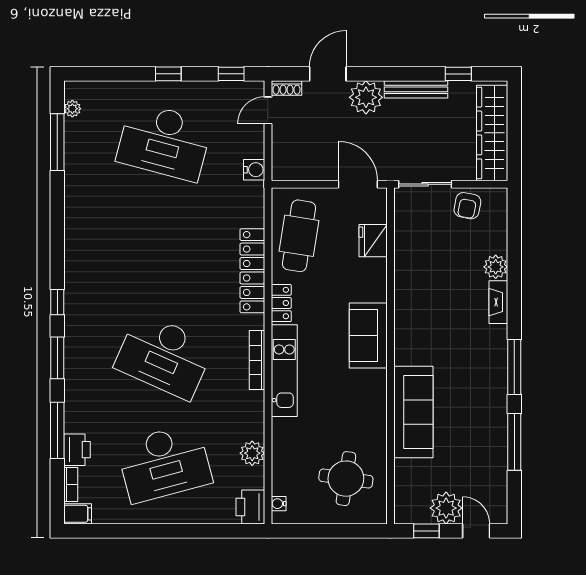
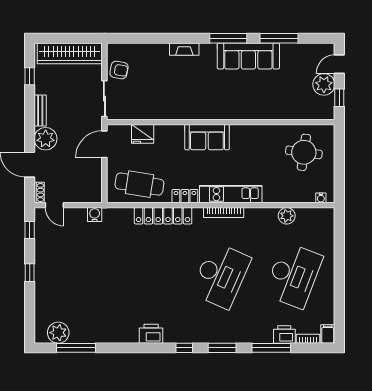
bench: (416, 89) -> (40, 110), width x0.73
plant: (72, 109) -> (58, 333), width x1.87, depth x1.87
desk: (164, 142) -> (76, 275), removed
plant: (496, 267) -> (160, 51), removed
sofa: (413, 412) -> (248, 56), moved, turned 180
desk: (164, 463) -> (293, 275), turned 36
printer: (250, 507) -> (151, 334), moved, turned 180

